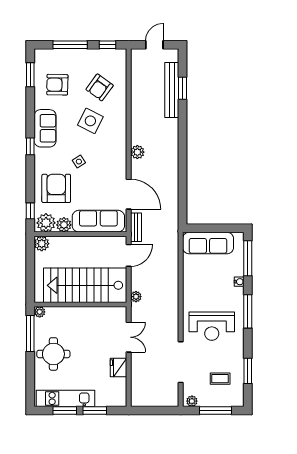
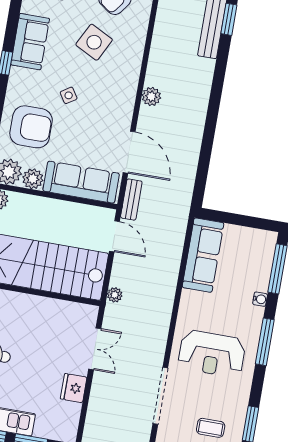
armchair: (56, 188) -> (31, 127), turned 90
sofa: (208, 243) -> (203, 255), moved, turned -90
door: (129, 255) -> (114, 236), hinge flipped

